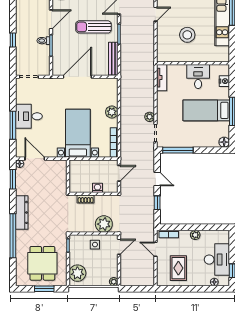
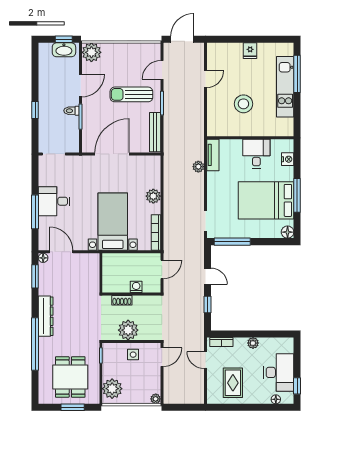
bed: (206, 110) -> (266, 200), width x1.50
plant: (150, 117) -> (198, 167), moved
plant: (104, 224) -> (128, 330), moved

